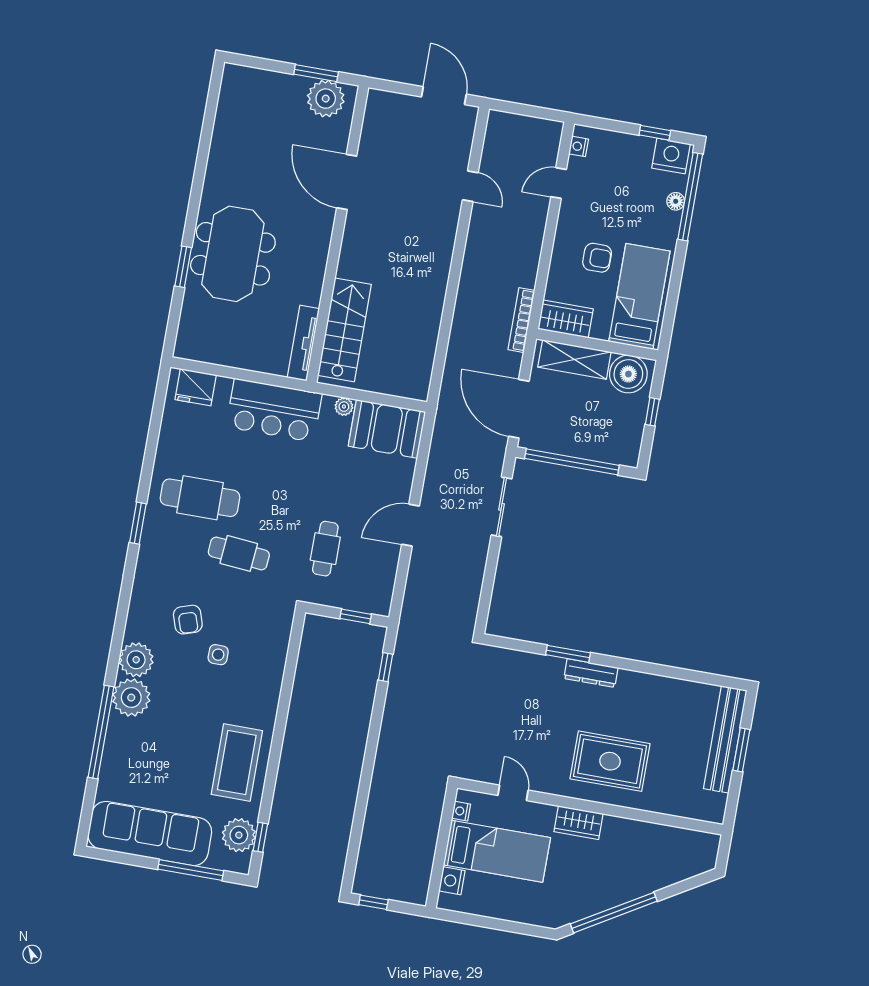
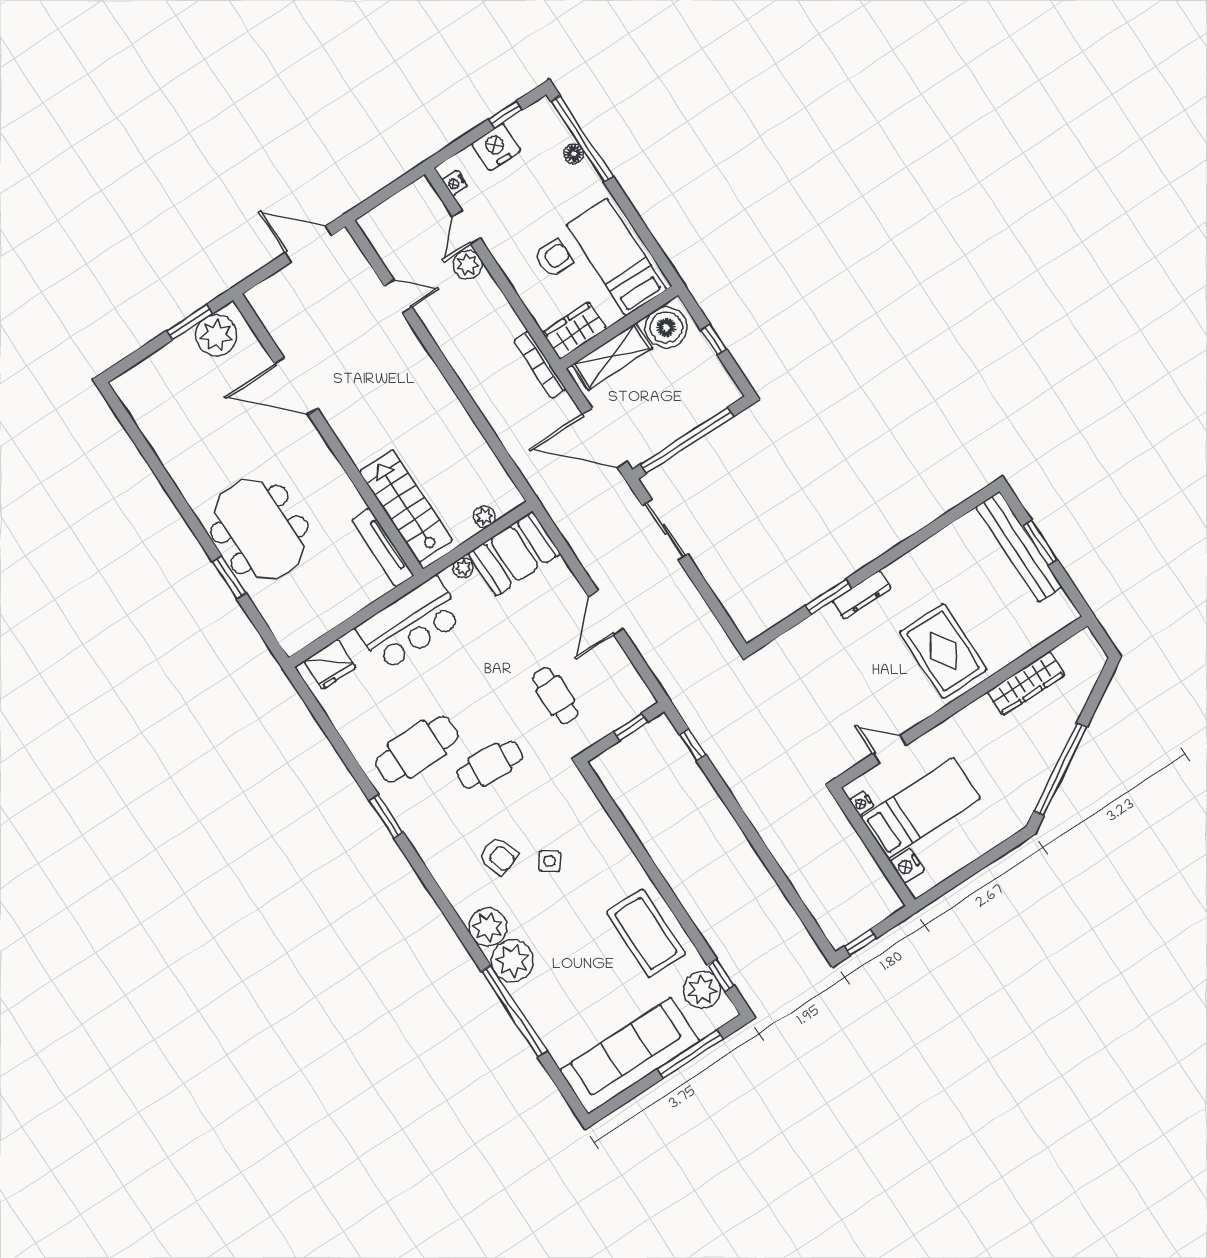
nightstand: (671, 156) -> (496, 147), moved
plant: (536, 209) -> (468, 265), added
plant: (390, 386) -> (484, 517), added
side table: (218, 655) -> (550, 861), turned 35
rug: (610, 761) -> (943, 651), turned 90
wardrobe: (578, 823) -> (1026, 683), moved, width x1.50

